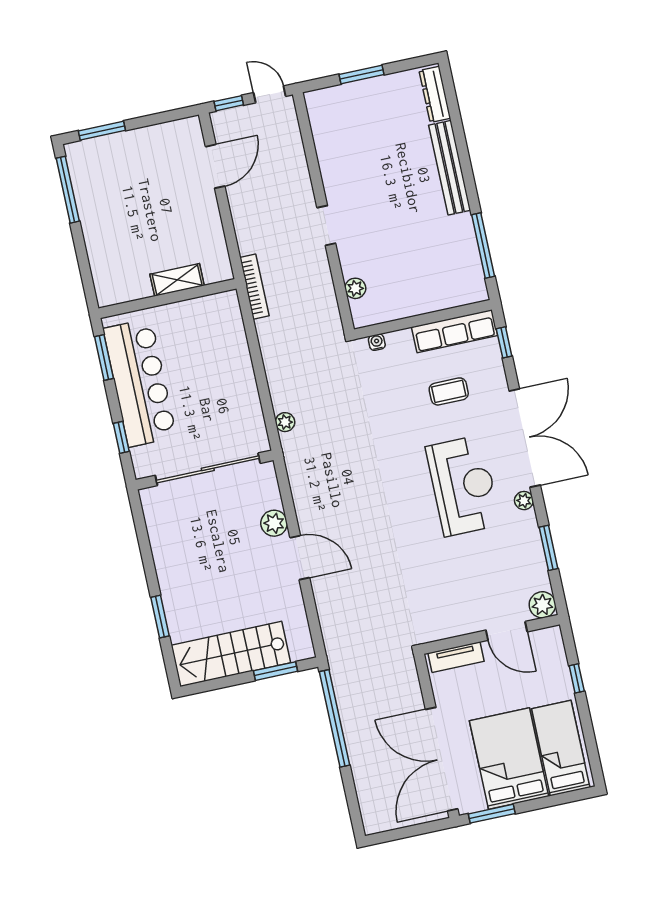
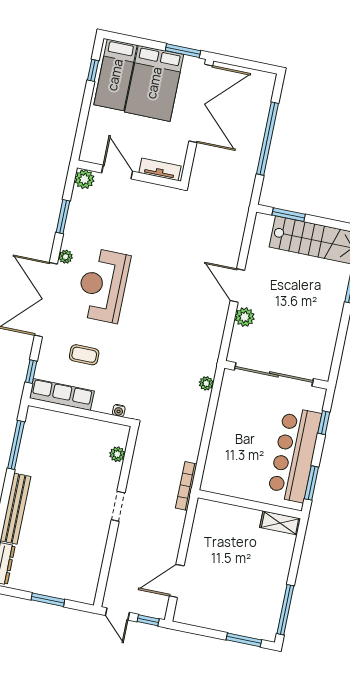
shelving: (177, 280) -> (280, 523), moved
window: (577, 678) -> (93, 70), moved
window: (334, 718) -> (267, 139), moved

